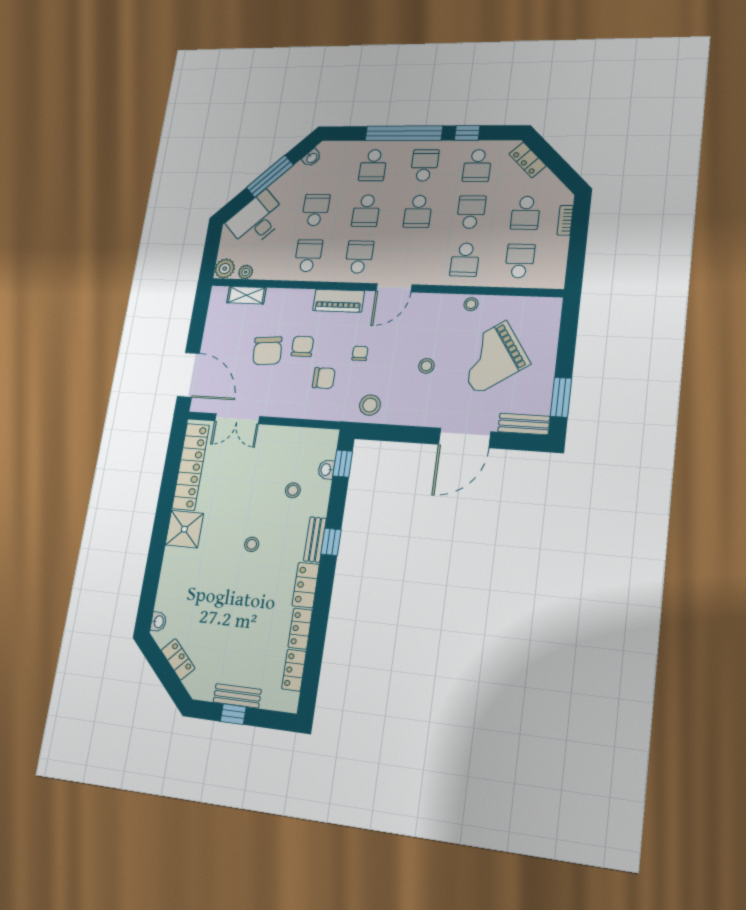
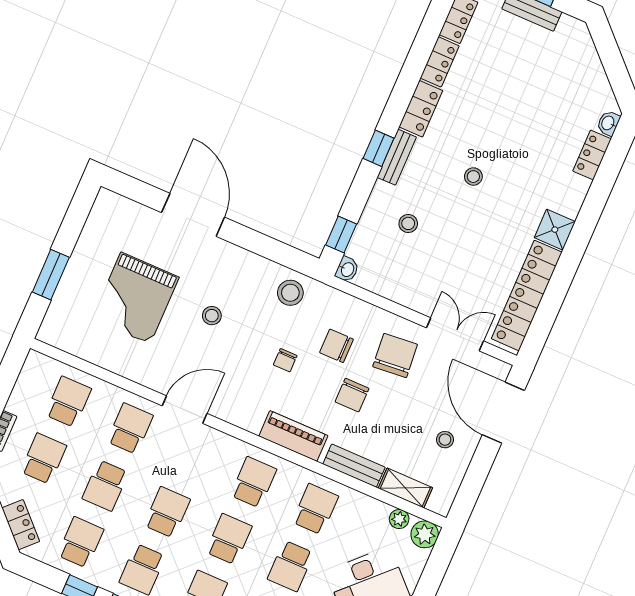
school desk: (308, 256) -> (315, 509), turned 180
school desk: (359, 257) -> (254, 482), turned 180
school desk: (520, 261) -> (68, 402), turned 180
door: (394, 288) -> (185, 410), moved
stool: (471, 304) -> (445, 440), moved
chair: (267, 351) -> (395, 356), moved
grand piano: (491, 357) -> (135, 298), turned 124
window: (561, 397) -> (51, 275), moved
bench: (524, 424) -> (354, 466), moved
door: (465, 438) -> (193, 215), hinge flipped
washbasin: (326, 470) -> (347, 269), moved
shower: (184, 529) -> (555, 230), width x0.73, depth x0.73
locker: (178, 659) -> (592, 155), moved, turned 45

